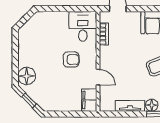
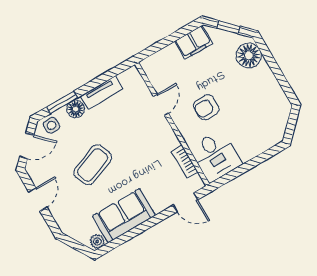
door: (98, 77) -> (161, 105), swing flipped
filing cabinet: (89, 100) -> (194, 42), moved, turned 90

